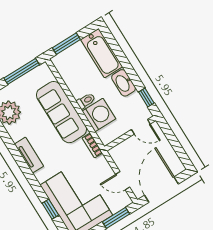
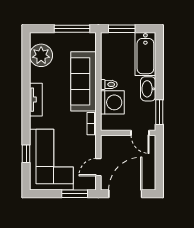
window: (146, 97) -> (159, 112), width x1.50
door: (123, 181) -> (98, 167), hinge flipped

